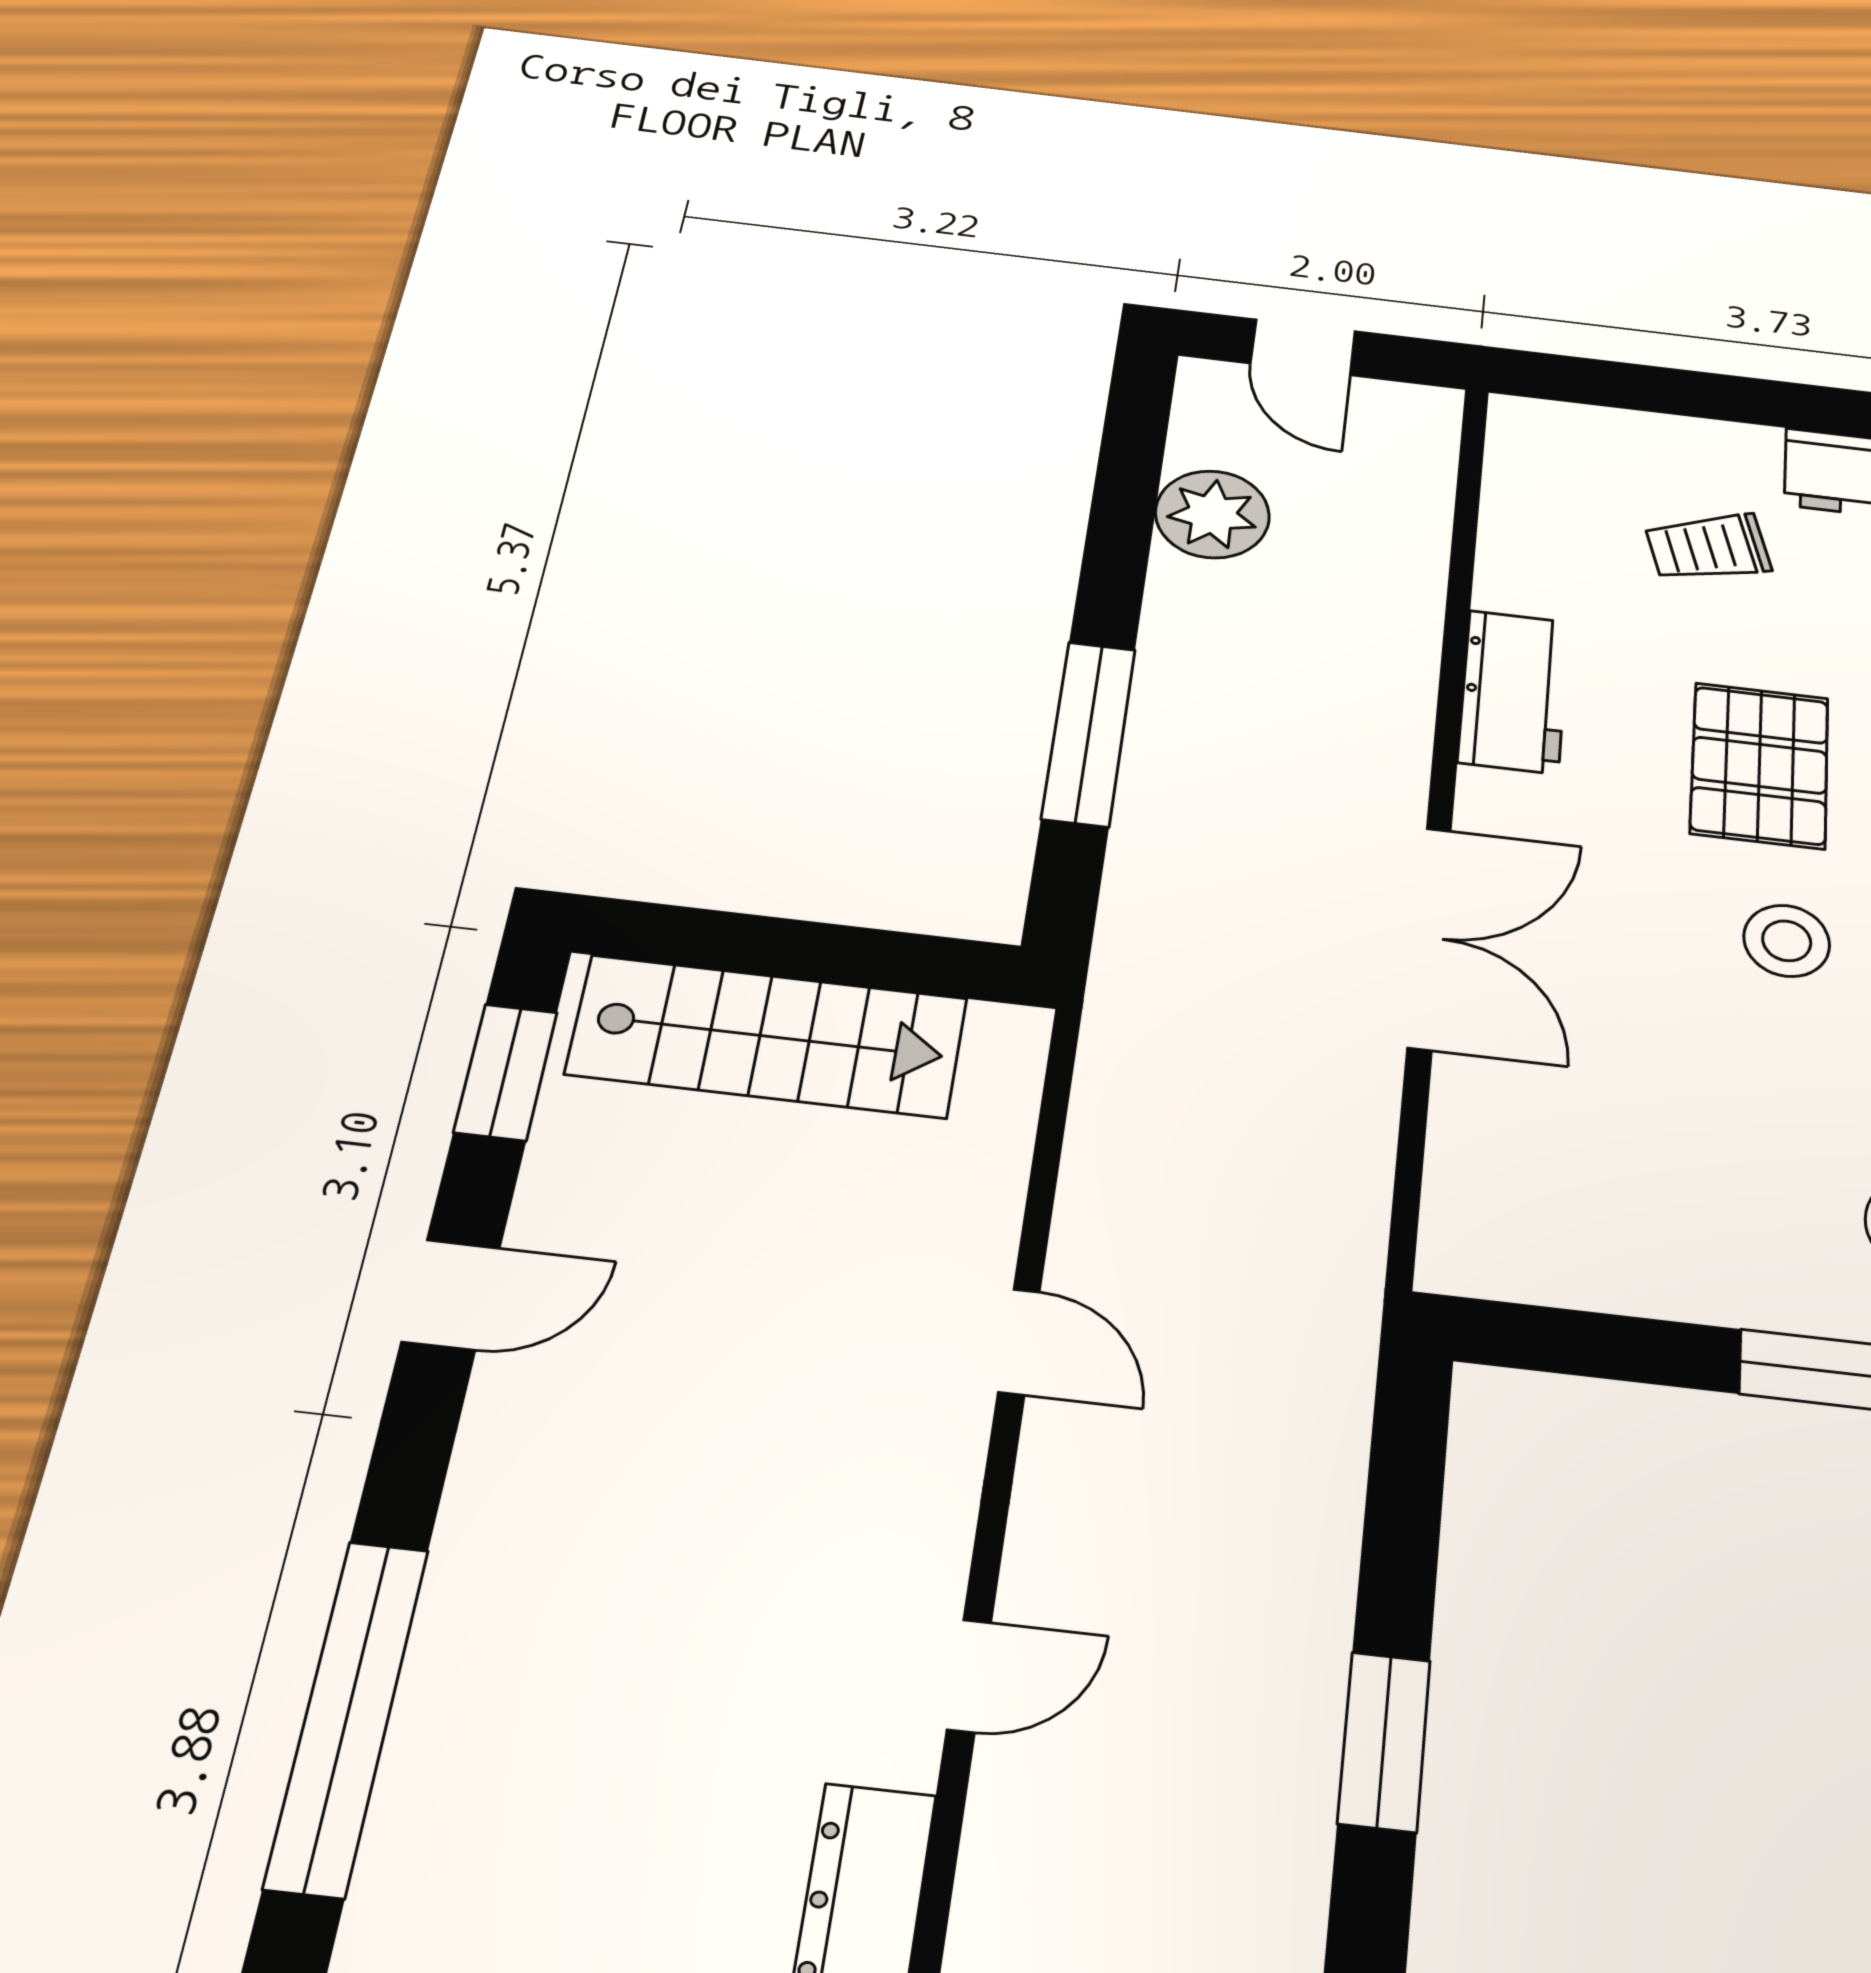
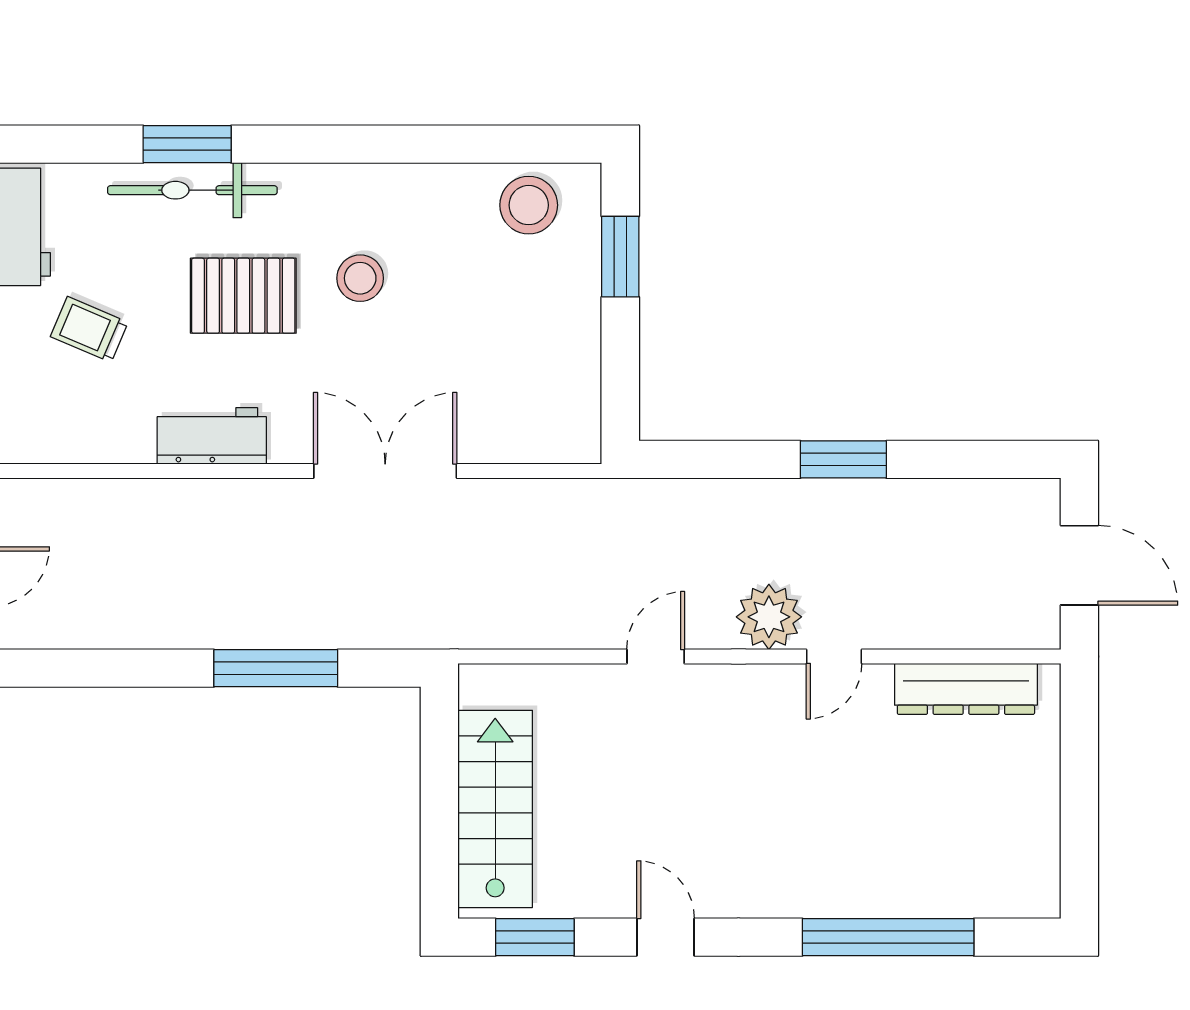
plant: (1212, 514) -> (769, 617), moved
trolley: (1708, 547) -> (89, 329), turned 129
door: (969, 1676) -> (834, 657), swing flipped

